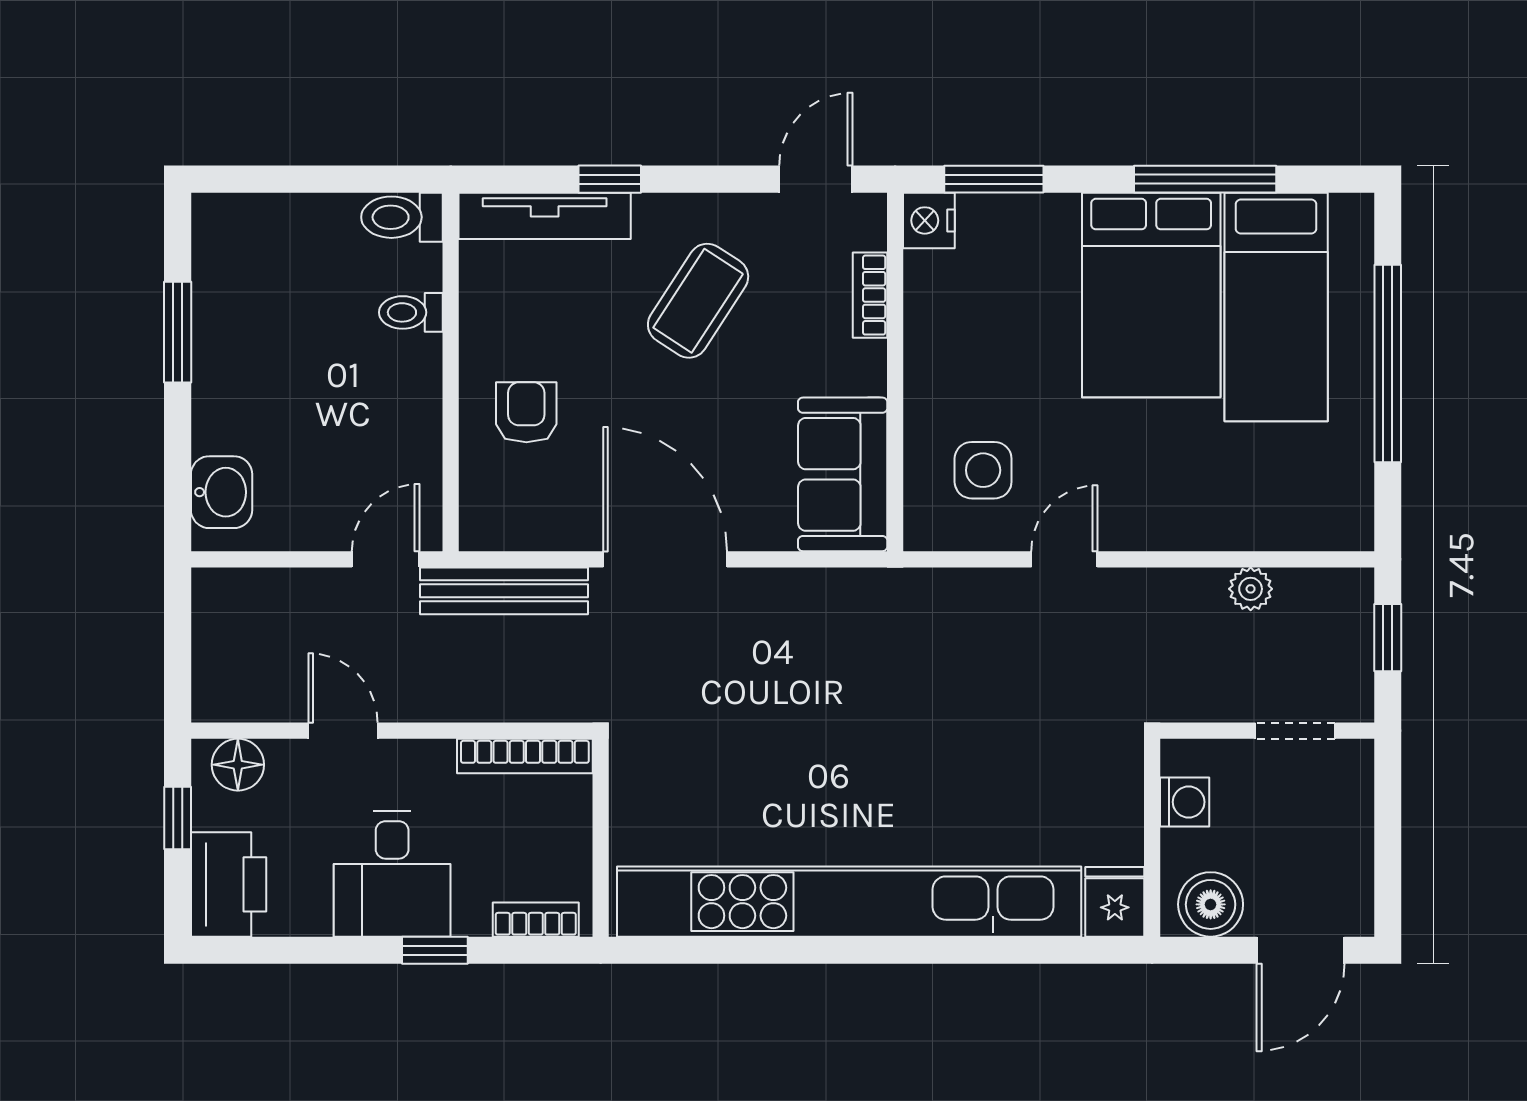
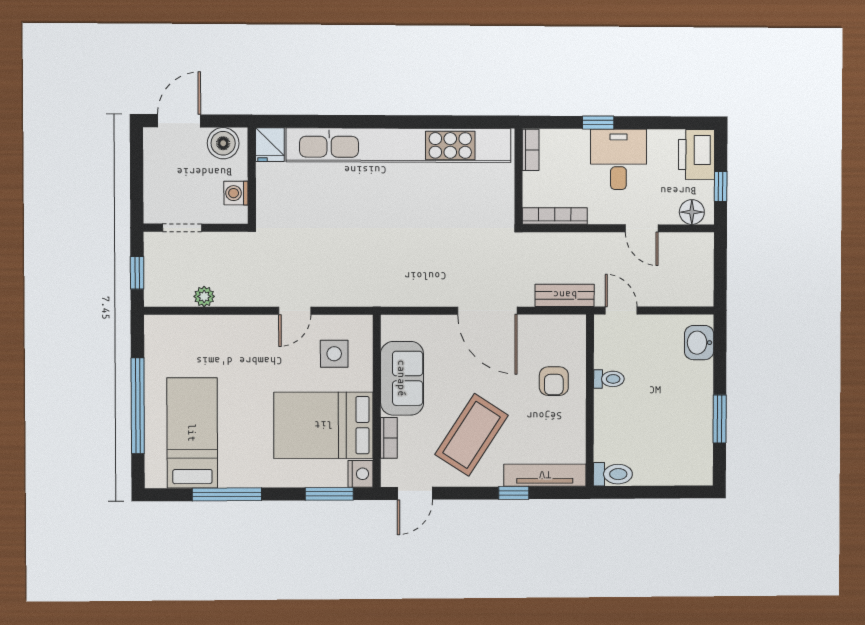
bed: (1151, 295) -> (323, 425), moved, turned -90
coffee table: (698, 301) -> (472, 435), width x1.36, depth x1.32
toilet: (411, 312) -> (609, 379), moved
sofa: (843, 474) -> (402, 378), moved
door: (386, 559) -> (621, 311), swing flipped
bench: (504, 591) -> (565, 295), width x0.73
bookcase: (536, 920) -> (531, 150), moved, turned -90

